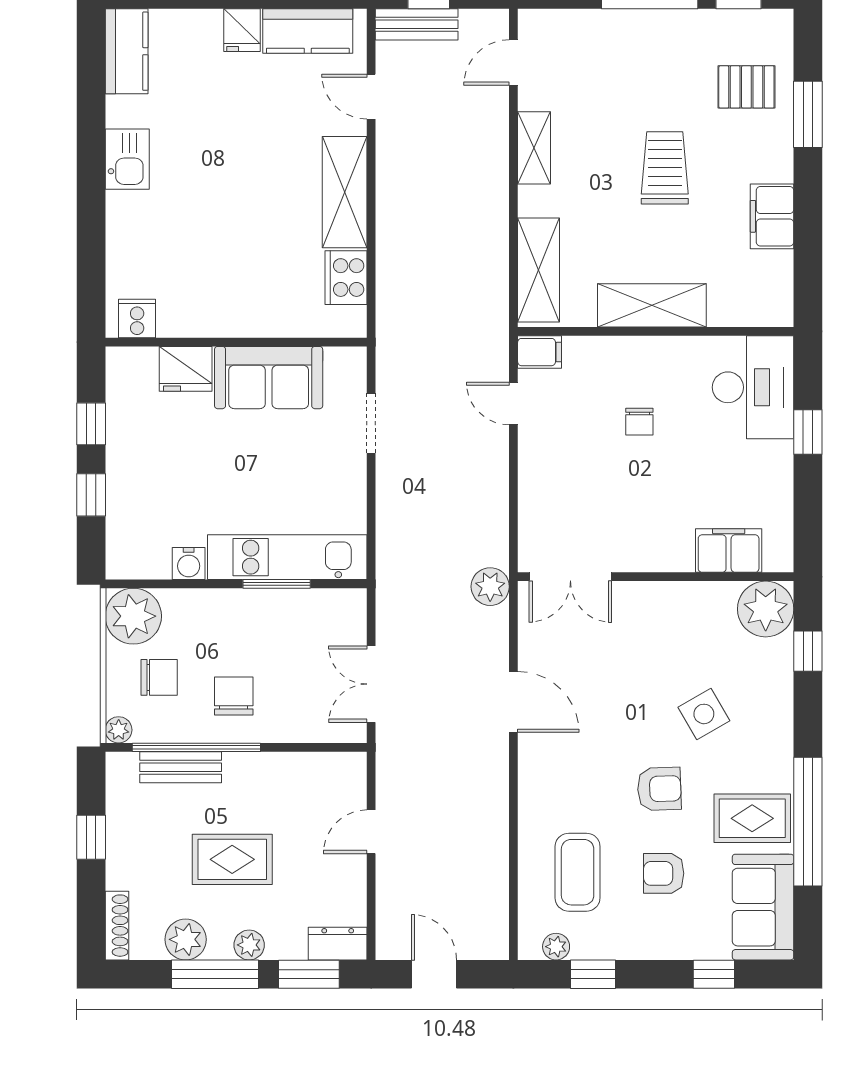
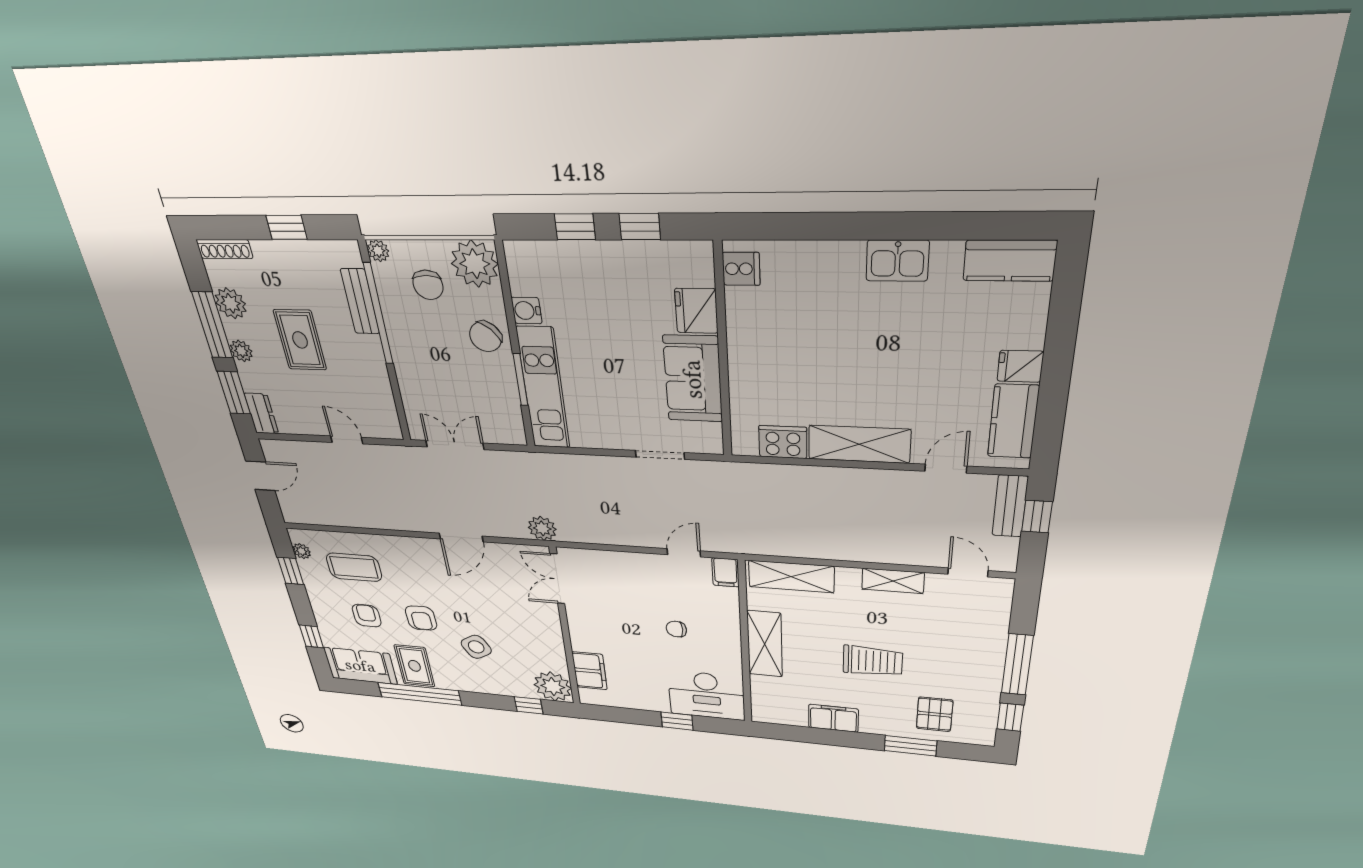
chair: (234, 696) -> (485, 337), moved, turned 133

